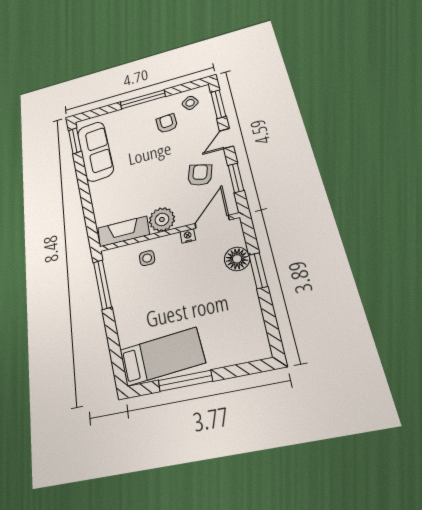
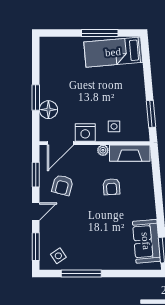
window: (143, 99) -> (81, 273), moved
armchair: (167, 123) -> (111, 187), moved
sofa: (95, 151) -> (146, 241), width x0.73
plant: (162, 219) -> (103, 150), width x0.53, depth x0.53
nightstand: (188, 236) -> (85, 132), width x1.89, depth x1.79
window: (102, 284) -> (151, 114), width x0.69

